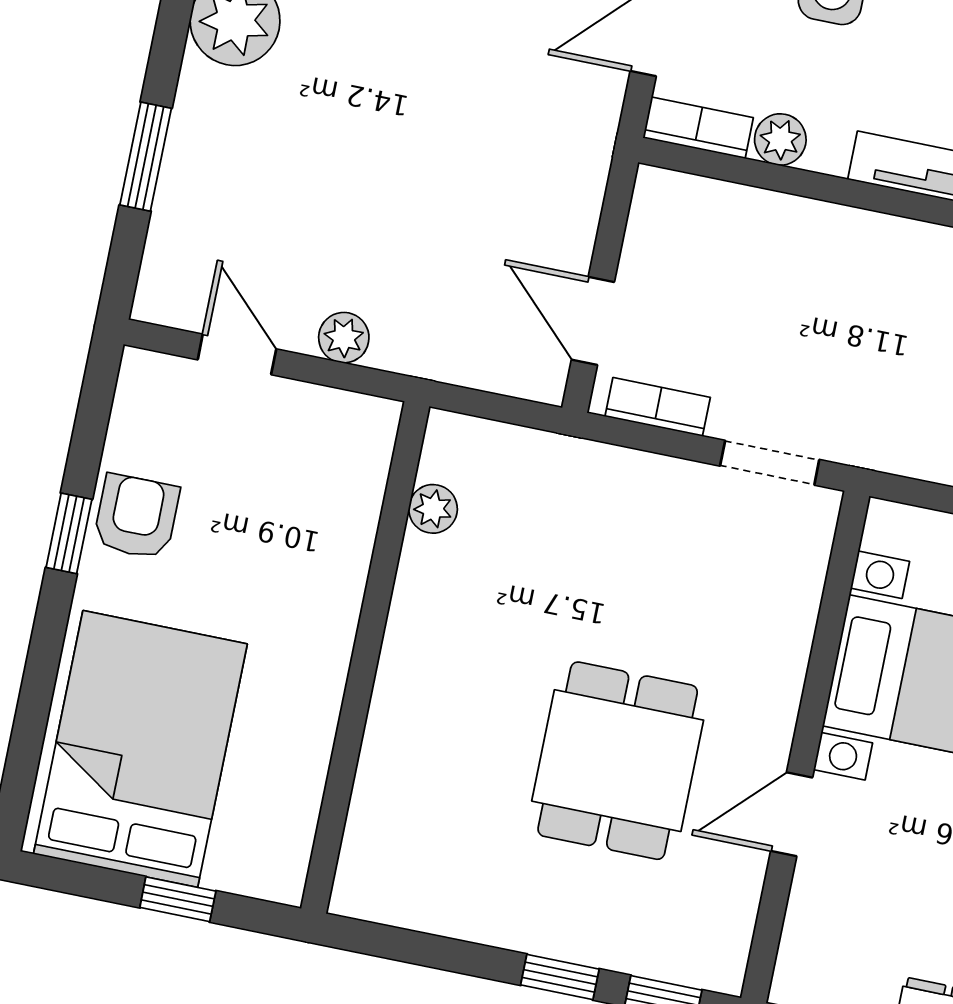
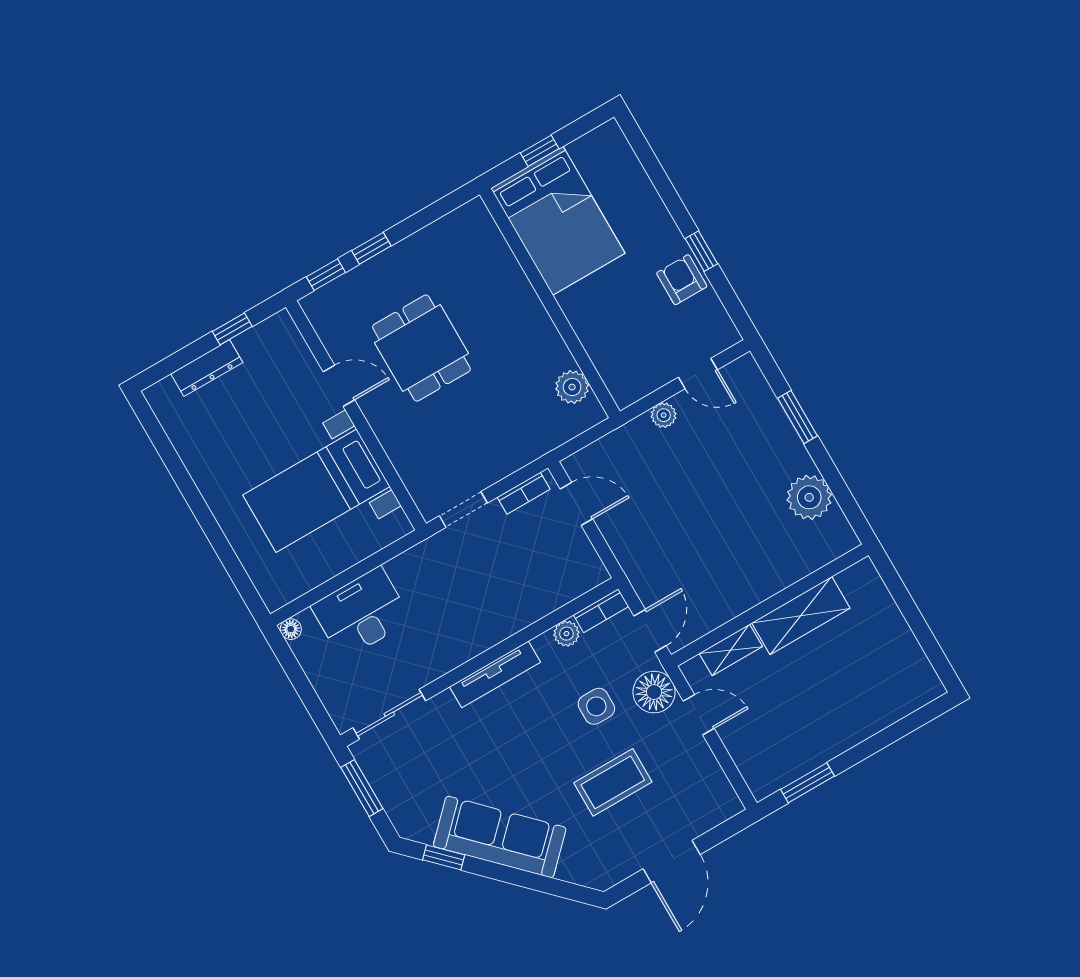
plant: (433, 509) -> (572, 387), width x1.38, depth x1.38
armchair: (136, 517) -> (682, 280), turned 180
bed: (140, 749) -> (558, 221), moved
door: (792, 814) -> (339, 386), hinge flipped

